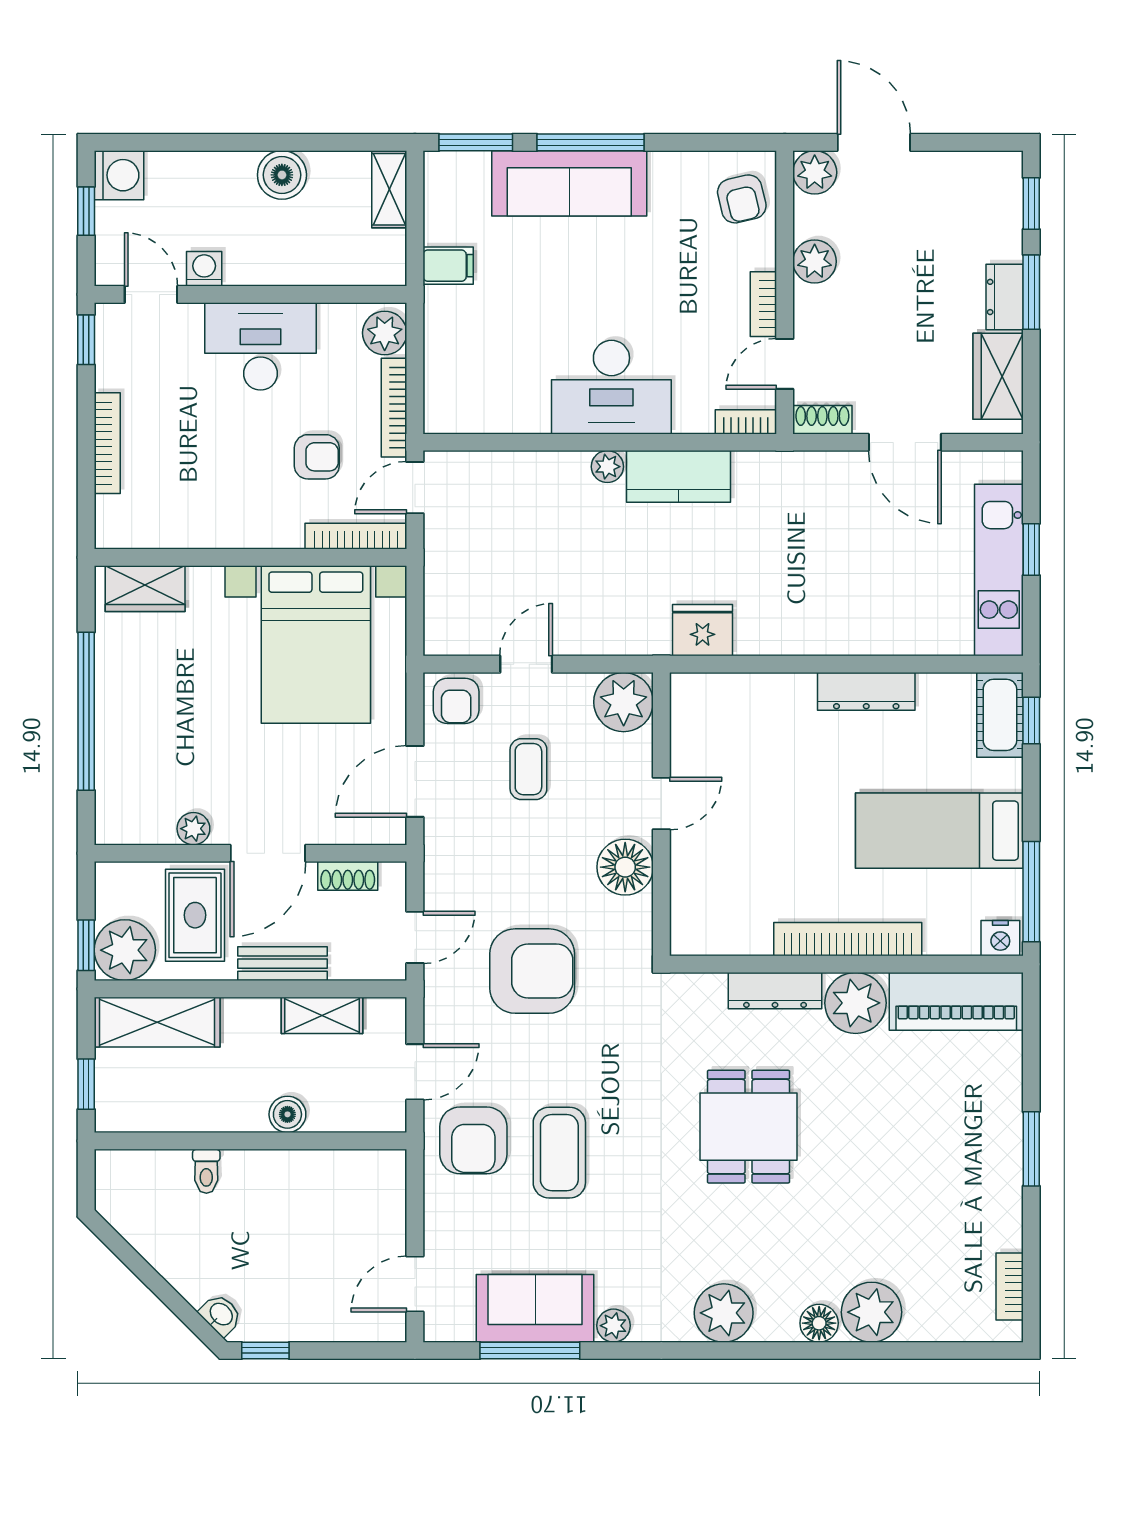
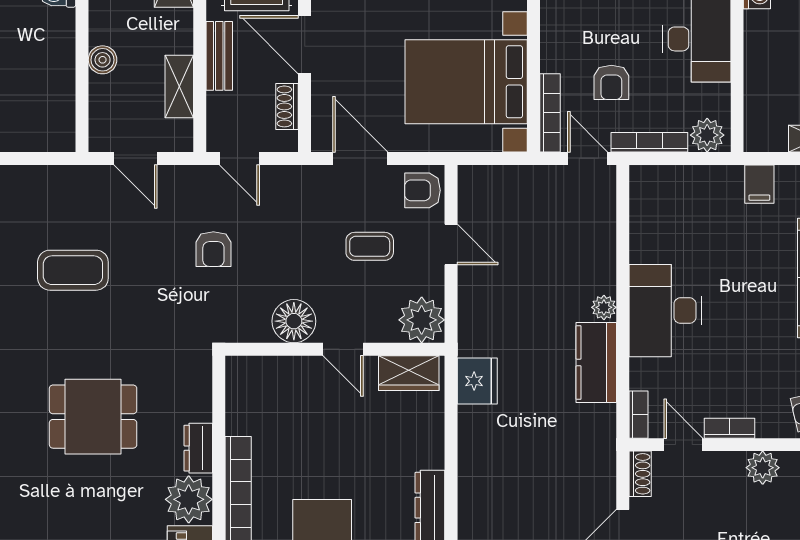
wardrobe: (692, 719) -> (409, 373), added
armchair: (532, 971) -> (213, 249), width x0.53, depth x0.53
dresser: (775, 991) -> (198, 448), width x0.70
armchair: (473, 1140) -> (82, 204), removed

